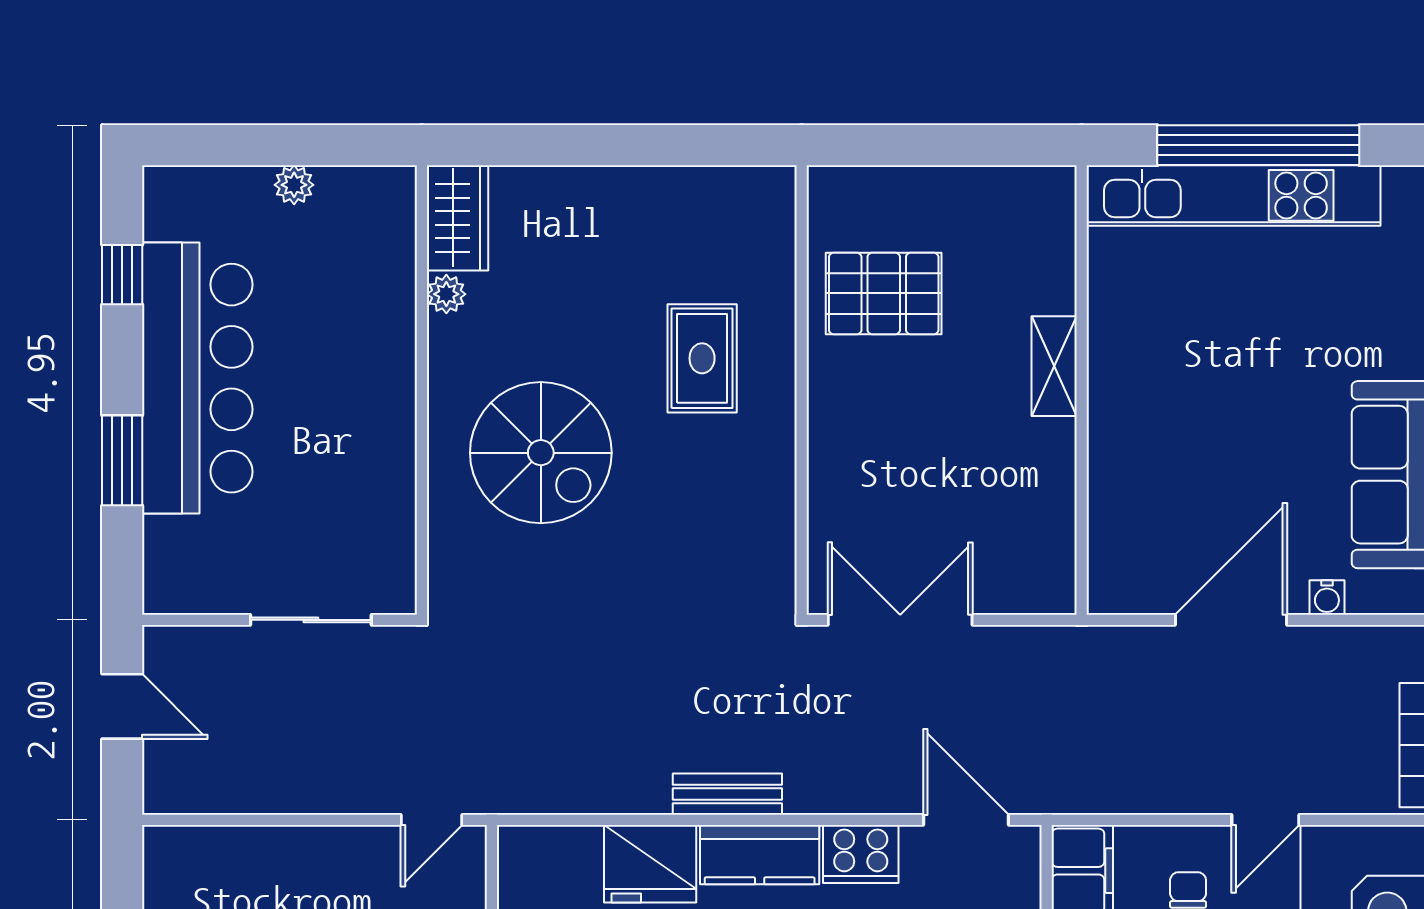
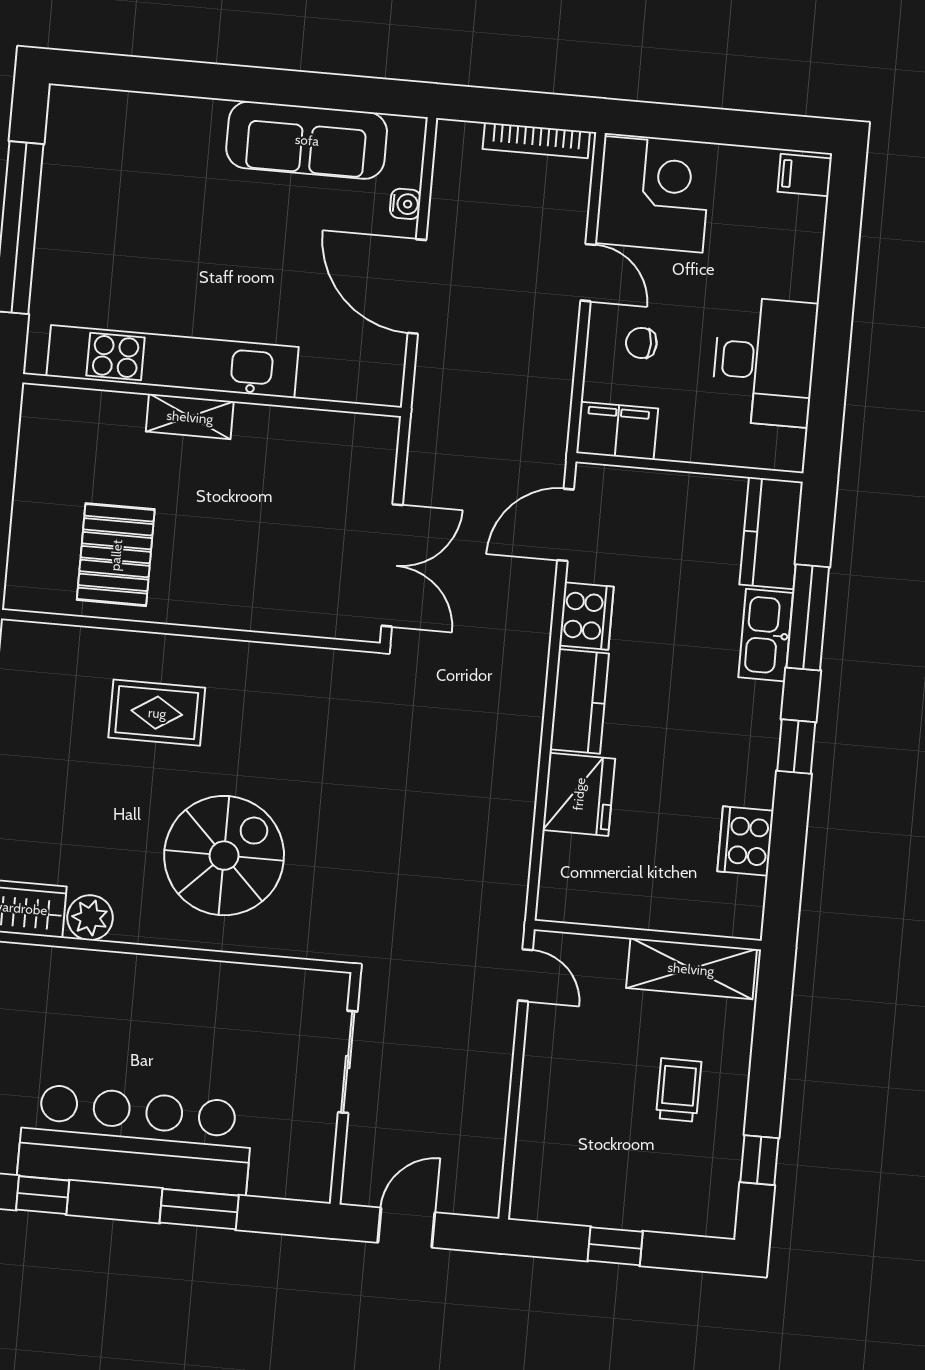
kitchen unit: (1234, 195) -> (173, 362), moved, turned -90
plant: (446, 294) -> (90, 918), width x1.38, depth x1.38
double door: (900, 620) -> (392, 565), swing flipped
bench: (727, 794) -> (526, 724), removed

